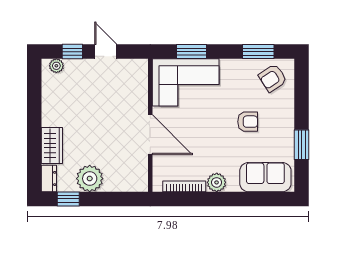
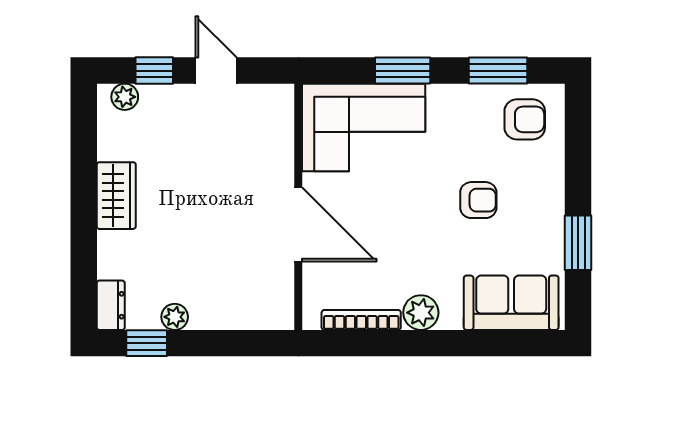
window: (191, 52) -> (403, 71), moved
armchair: (273, 78) -> (525, 119), turned -147
wardrobe: (52, 146) -> (116, 196), moved
plant: (90, 179) -> (175, 317), width x0.53, depth x0.53

